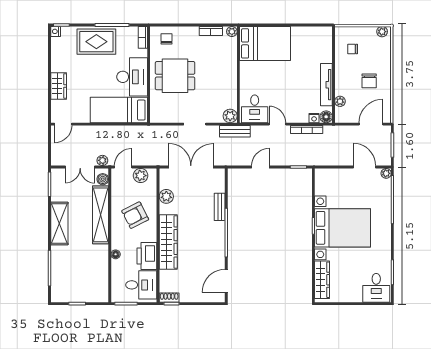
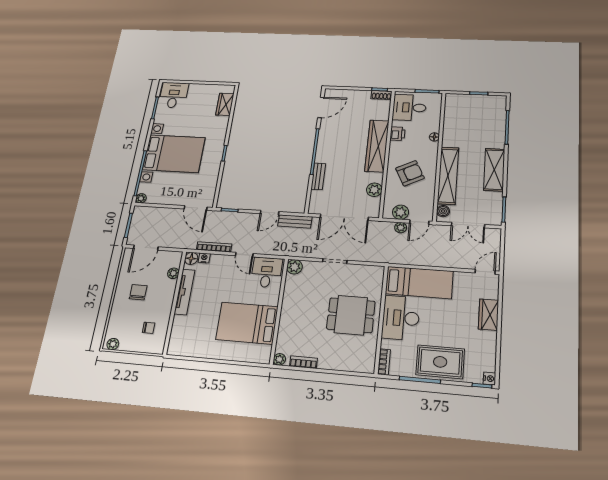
chair: (166, 39) -> (356, 358), removed
bed: (265, 43) -> (247, 323), moved
bench: (235, 131) -> (295, 221), moved
plant: (102, 160) -> (401, 228), moved
double door: (80, 167) -> (468, 225), swing flipped
door: (365, 167) -> (196, 208), moved
bed with nightstands: (343, 228) -> (174, 154), moved, turned 180
printer: (147, 256) -> (398, 134), width x0.53, depth x0.68
wardrobe: (322, 280) -> (225, 104), width x0.67

